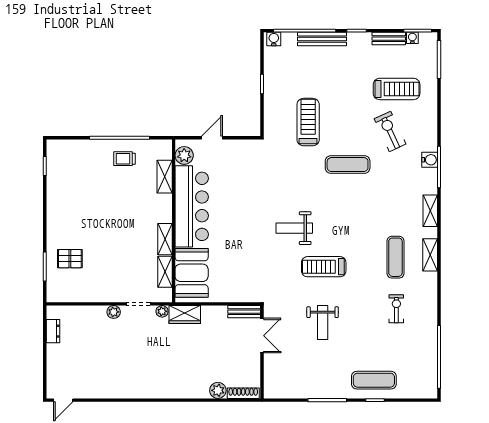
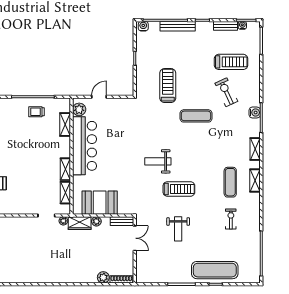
treadmill: (324, 267) -> (179, 189), turned 180
booth: (192, 273) -> (100, 203), moved, turned 90
plant: (114, 312) -> (96, 221), moved
exercise mat: (374, 380) -> (215, 270), width x1.36, depth x1.45

